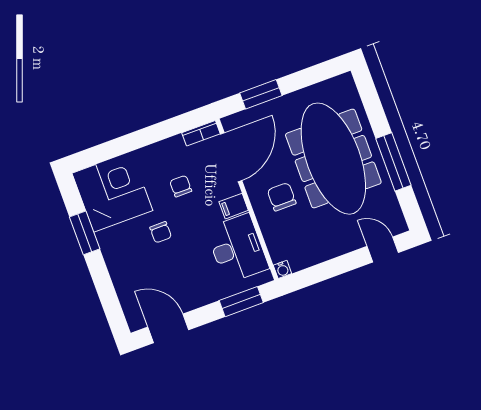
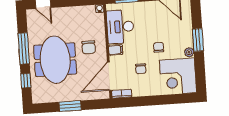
window: (261, 94) -> (70, 106), moved
window: (373, 108) -> (26, 81), added
meeting table: (333, 159) -> (55, 60), width x0.73
window: (85, 233) -> (198, 40), moved
plant: (105, 239) -> (189, 52), added

